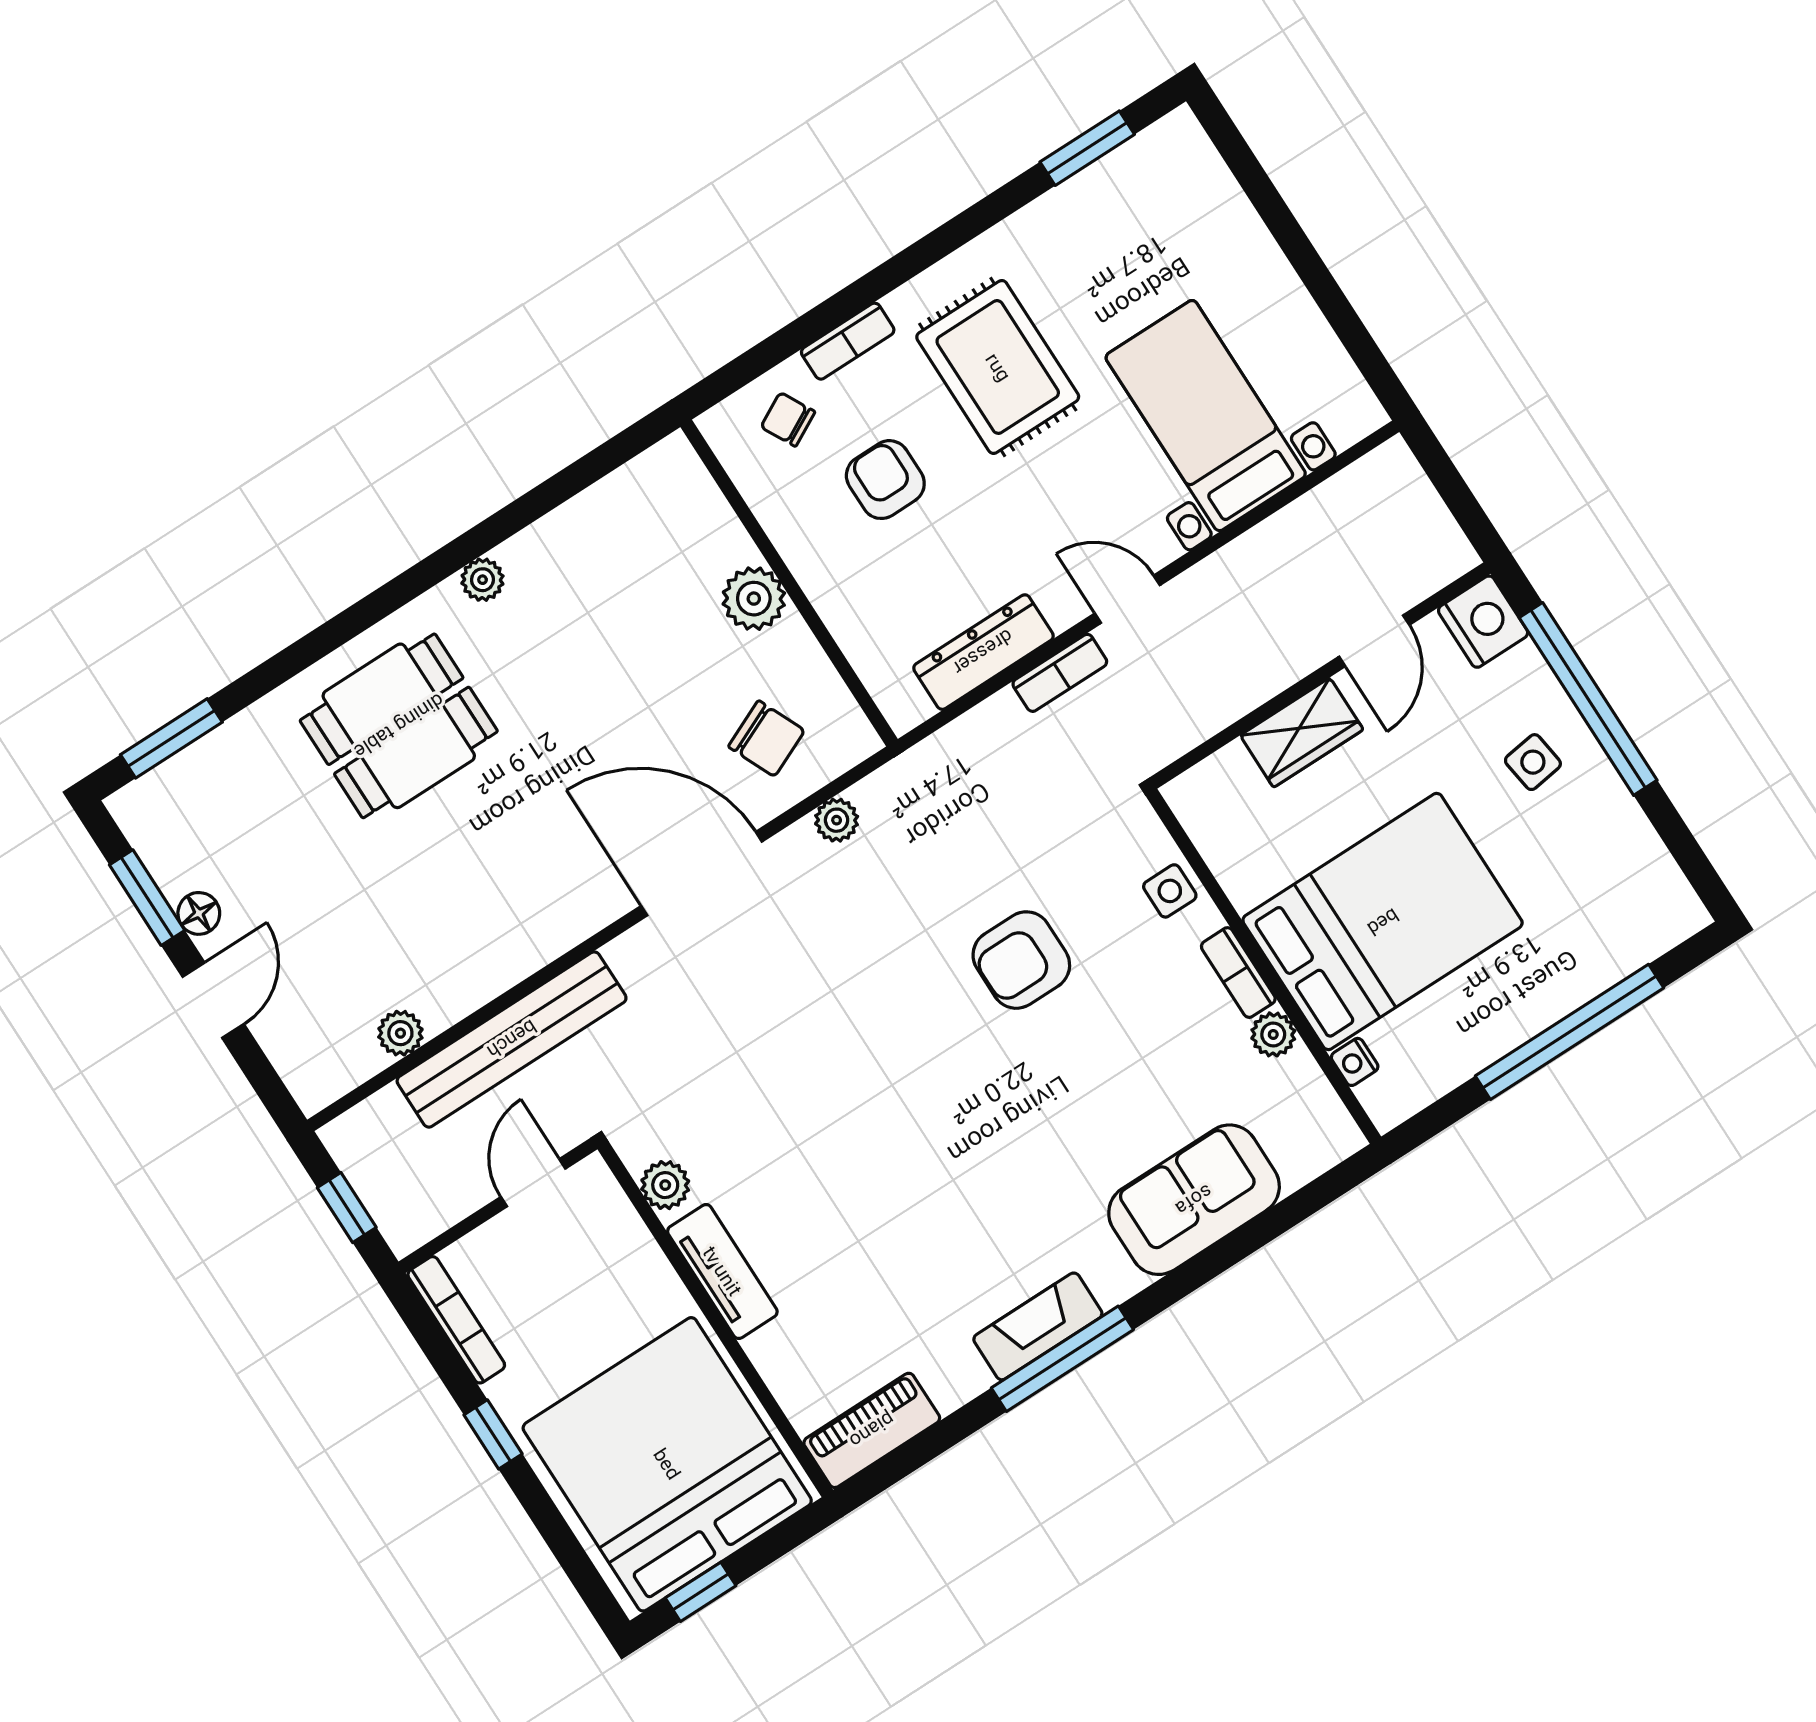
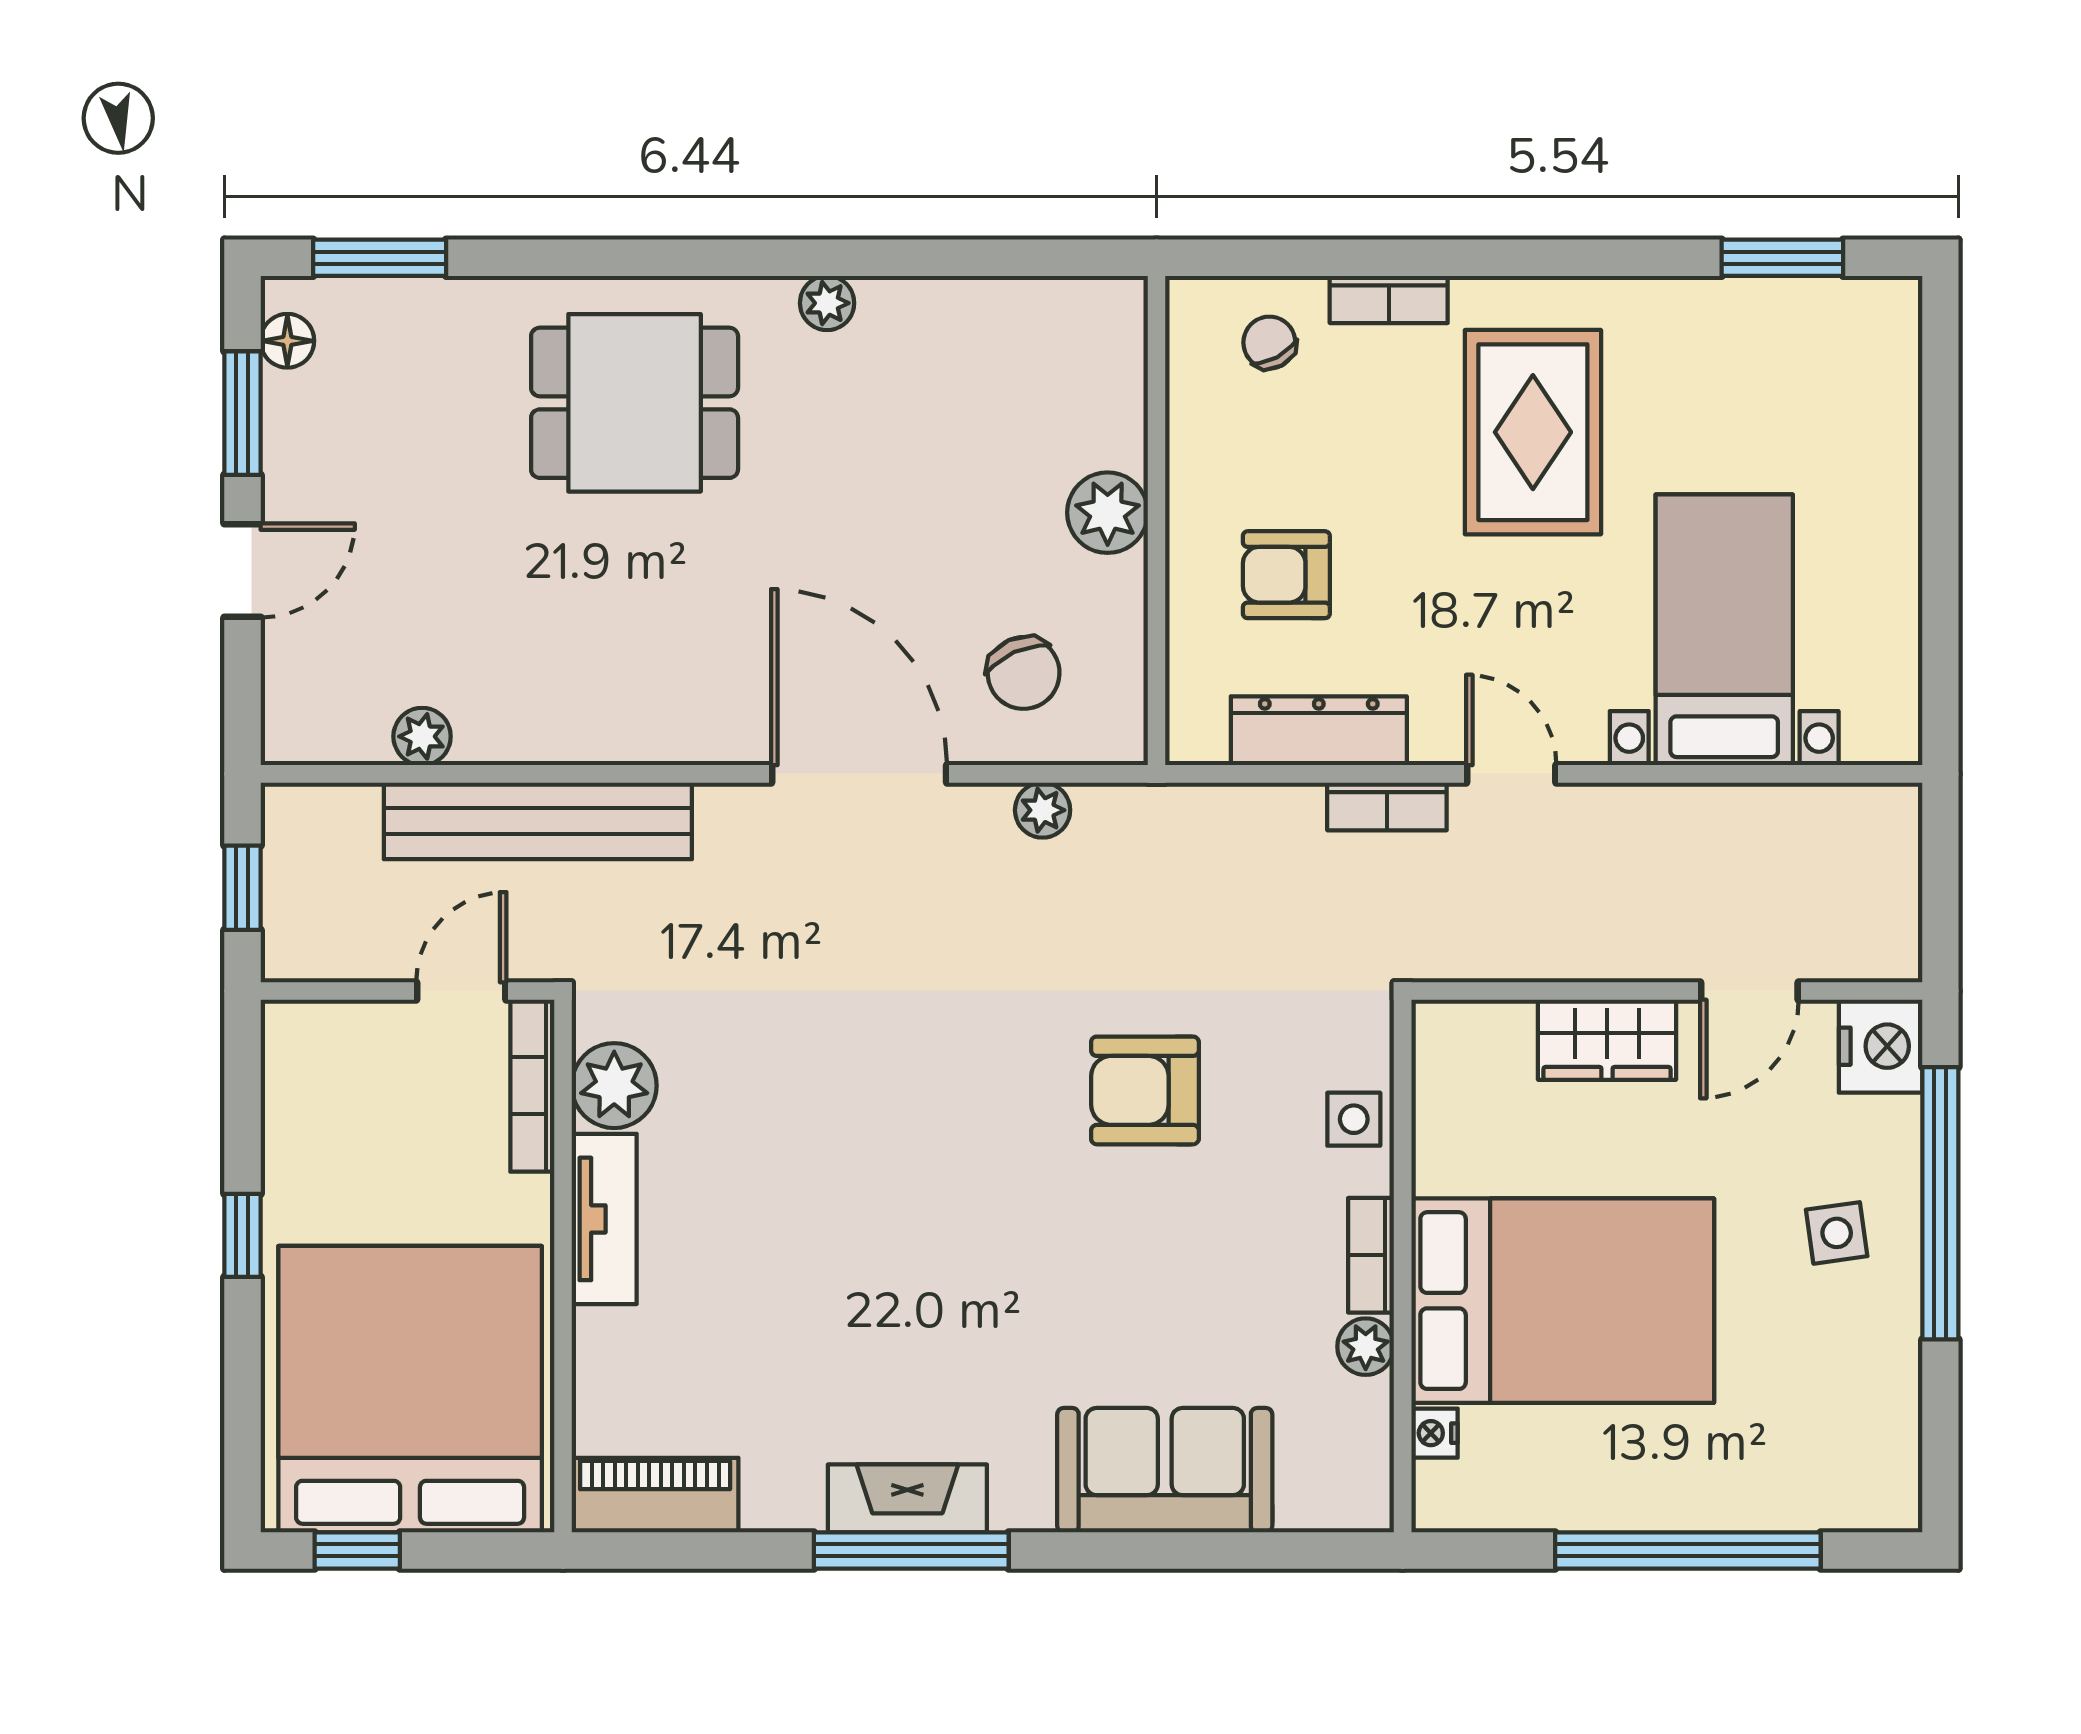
armchair: (885, 480) -> (1286, 575), moved, turned -90
floor lamp: (199, 913) -> (287, 341), moved
plant: (665, 1185) -> (614, 1086), width x1.38, depth x1.38
bookcase: (456, 1320) -> (532, 1086), moved, turned 180

